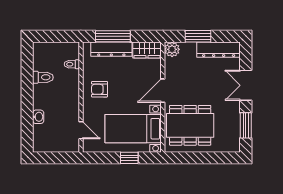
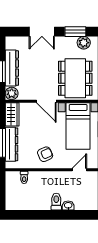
dresser: (219, 50) -> (12, 68), moved
toilet: (43, 77) -> (56, 202), moved
armchair: (100, 89) -> (45, 154), turned -114
plant: (233, 135) -> (84, 43), added

